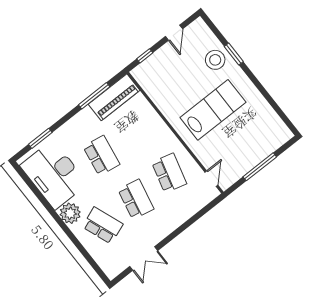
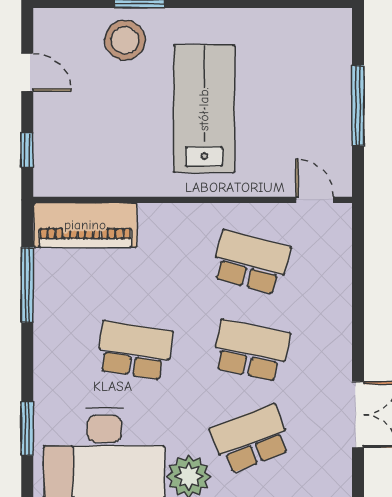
piano: (114, 97) -> (85, 225), moved, turned 90

